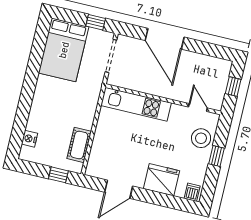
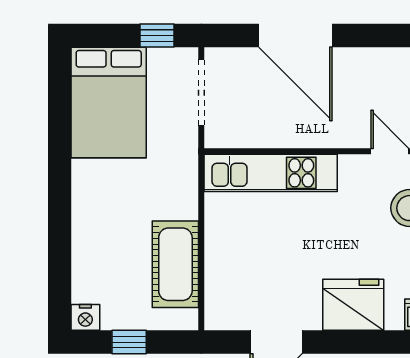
nightstand: (30, 139) -> (85, 317), moved, turned -90
cot: (79, 145) -> (175, 264), width x1.37, depth x1.34
window: (58, 175) -> (129, 342), moved

